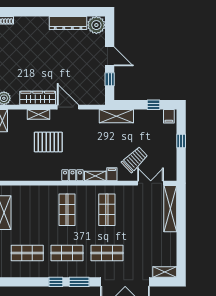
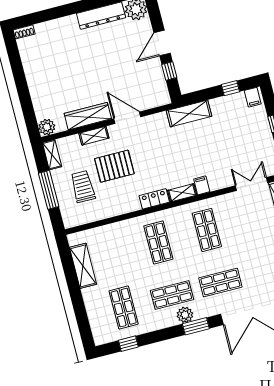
door: (110, 56) -> (162, 43), swing flipped
trolley: (135, 159) -> (83, 187), moved, turned -46
shop shelf: (27, 253) -> (124, 308), turned 90
plant: (73, 271) -> (185, 315), added
window: (56, 282) -> (128, 344), moved

